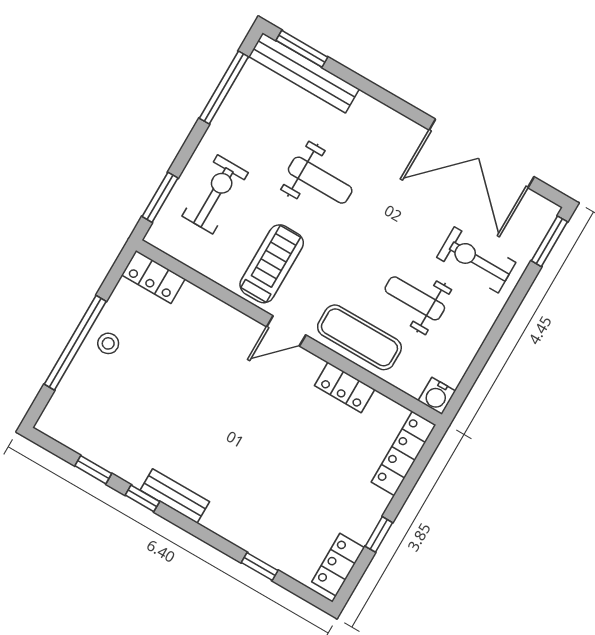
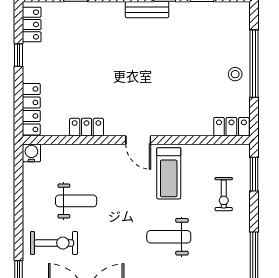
exercise bike: (215, 194) -> (224, 194), width x0.73, depth x0.72
door: (286, 331) -> (138, 140), swing flipped
exercise mat: (359, 337) -> (95, 161), removed

